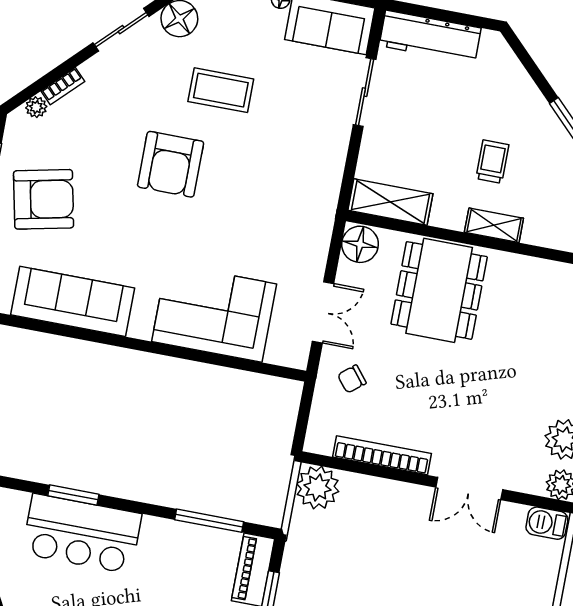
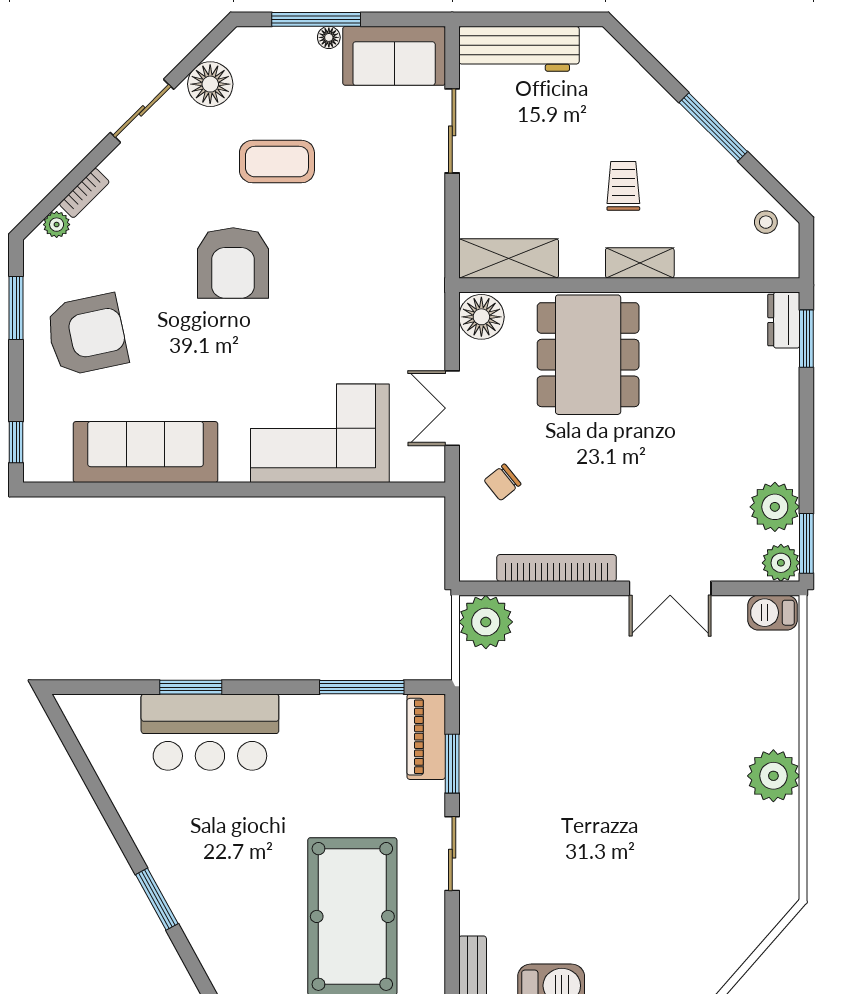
double door: (323, 312) -> (452, 408), swing flipped

